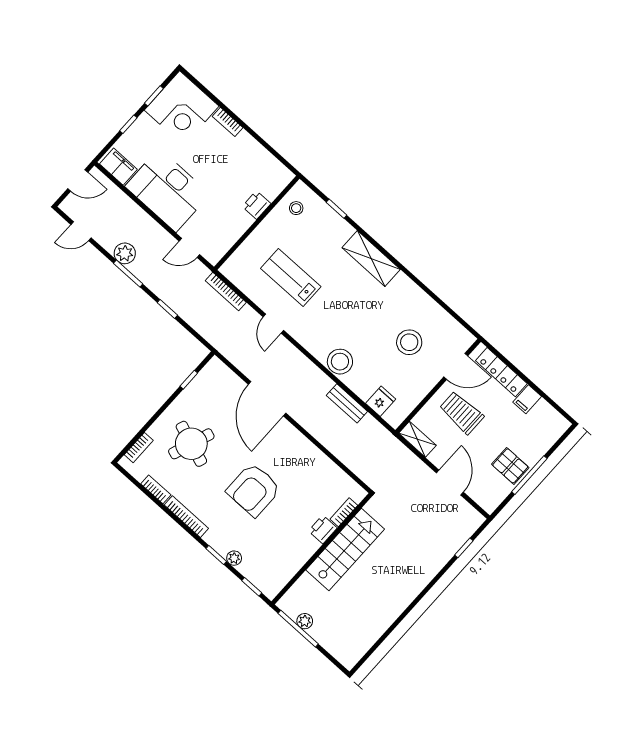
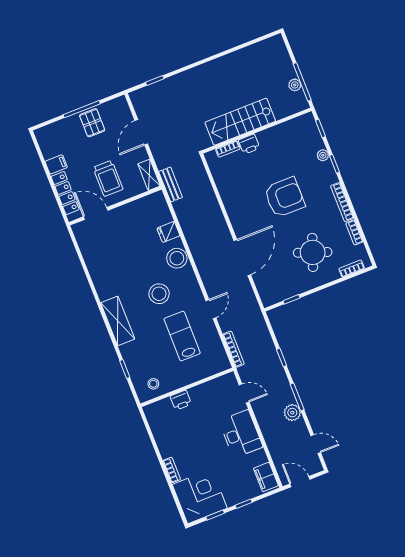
desk: (168, 190) -> (241, 434), width x0.73, depth x0.77
lab bench: (291, 278) -> (182, 336), turned 180
stool: (409, 342) -> (159, 294), moved
fridge: (381, 401) -> (168, 232), moved
bench: (347, 403) -> (171, 184), moved

